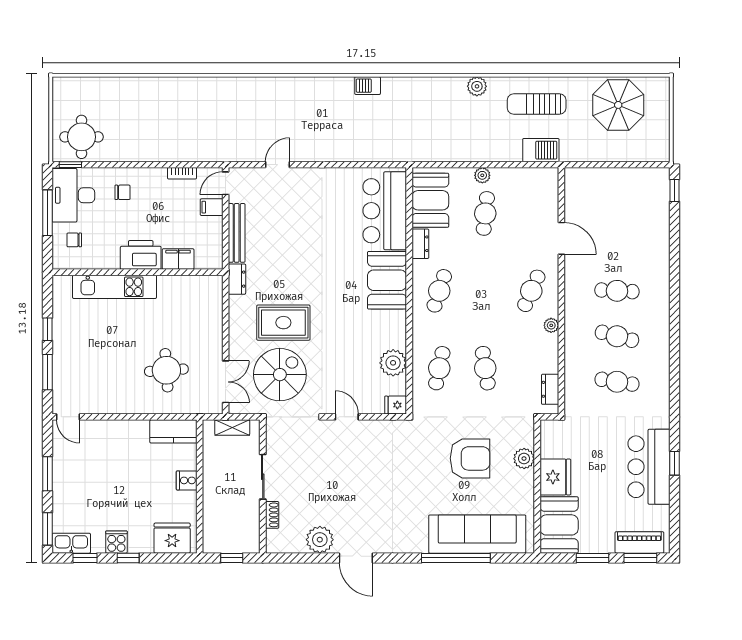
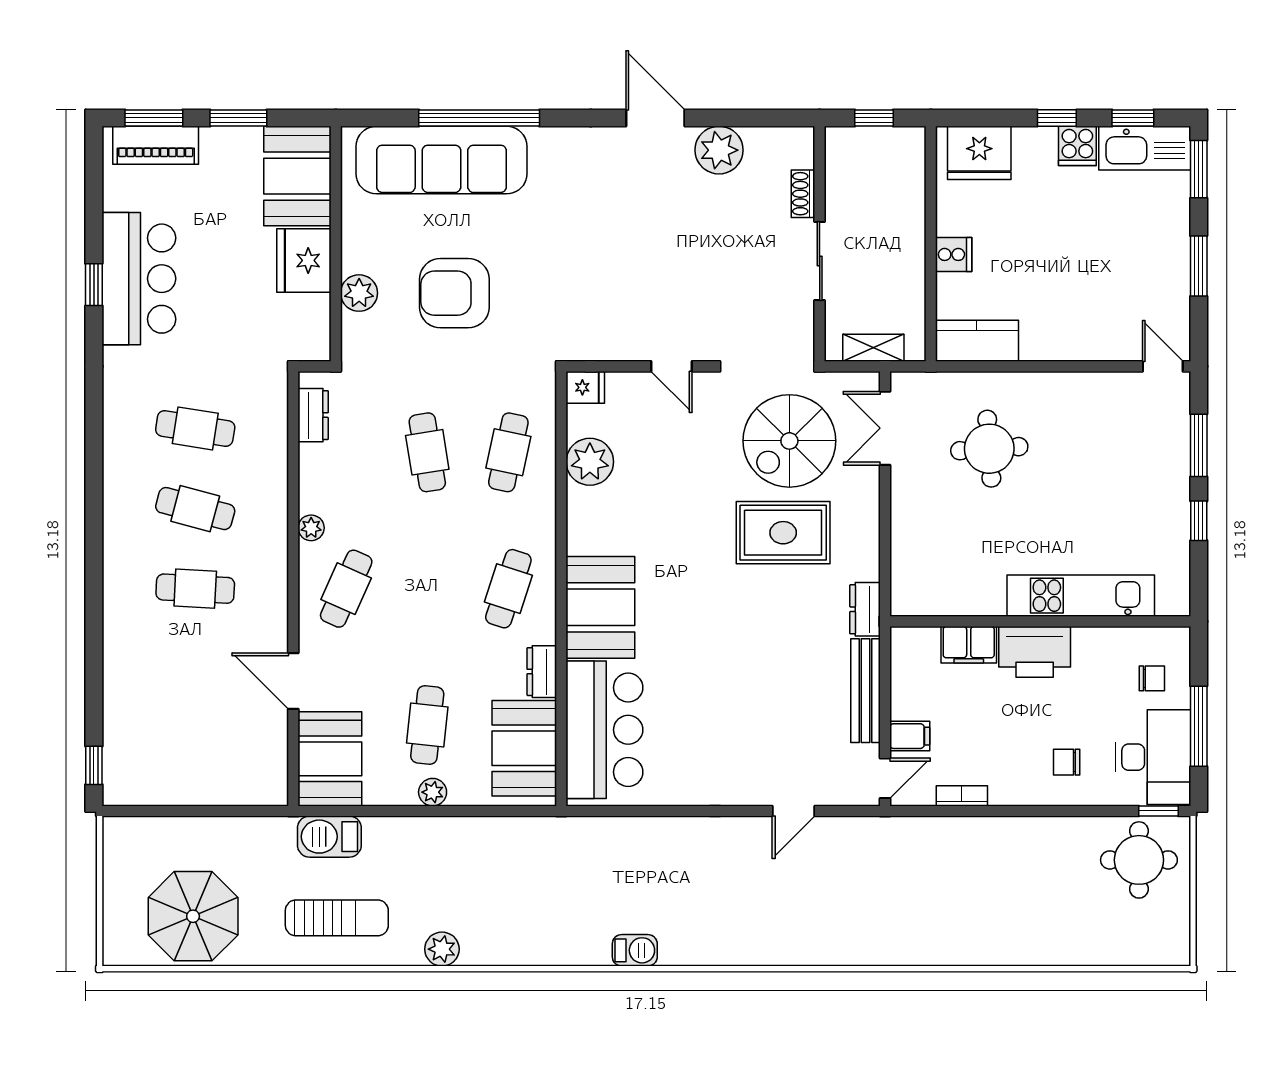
booth: (541, 194) -> (330, 759), added
kitchen sink: (71, 543) -> (1145, 148), width x1.36, depth x1.24

